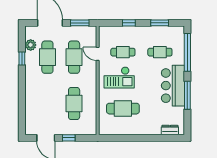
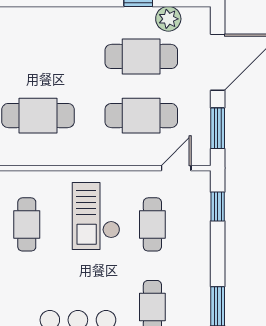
window: (129, 23) -> (218, 207), moved
door: (98, 54) -> (176, 168), moved
cafe table: (123, 109) -> (27, 224), width x0.73, depth x0.74

